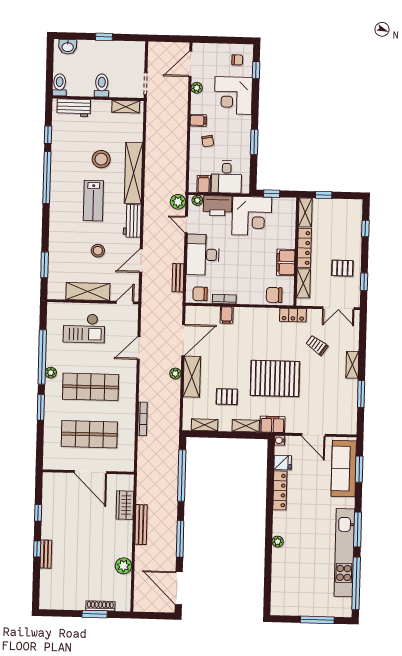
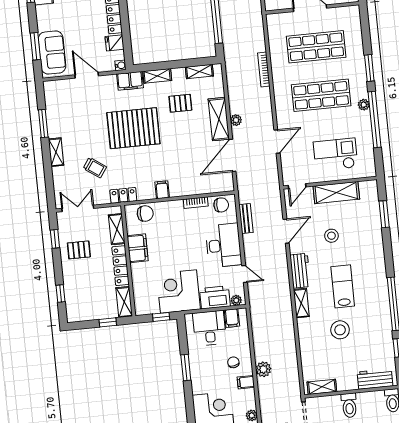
shelving: (133, 173) -> (301, 303), width x0.45, depth x0.75
plant: (178, 202) -> (263, 369), moved
filing cabinet: (227, 315) -> (162, 190), moved
sofa: (344, 469) -> (52, 53), width x0.73

